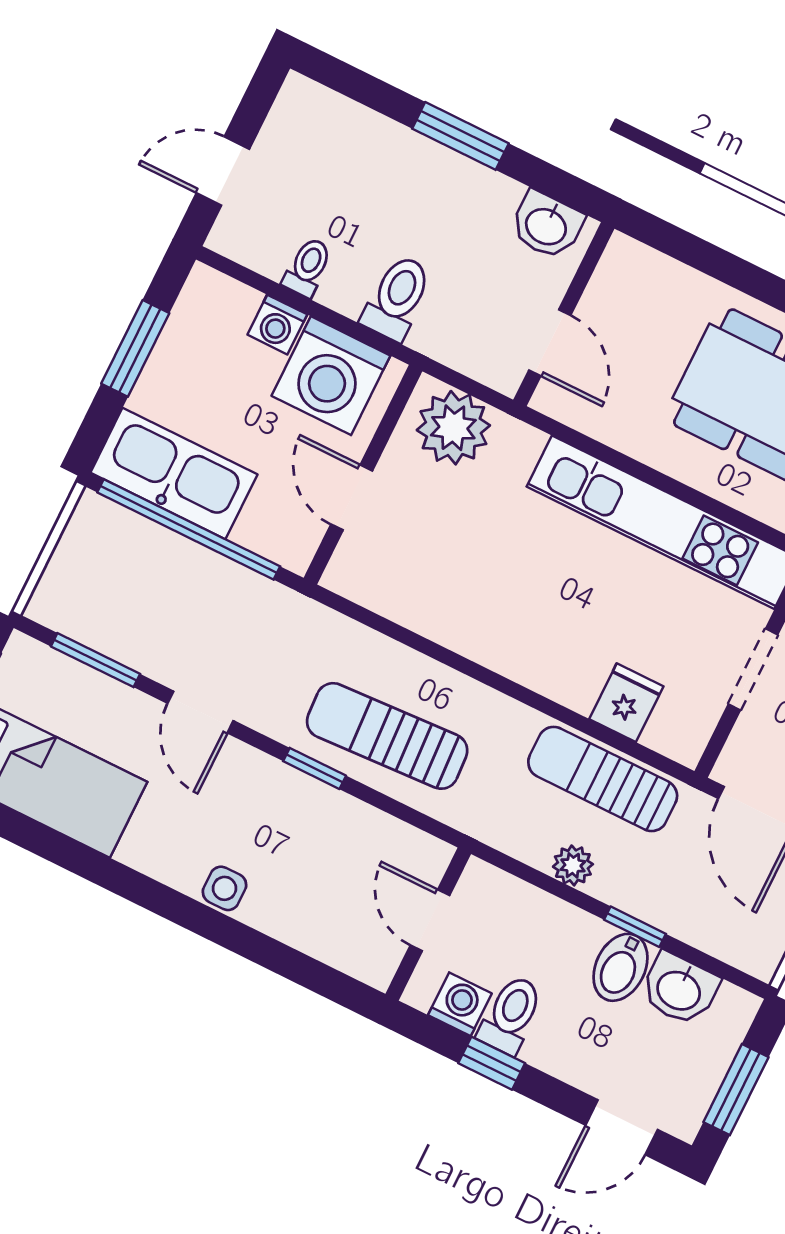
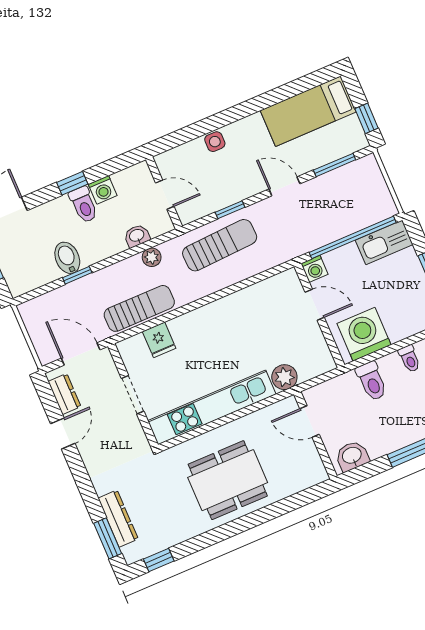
washing machine: (277, 325) -> (314, 269), moved, turned 180
plant: (453, 428) -> (284, 377), moved, width x0.73, depth x0.73
kitchen sink: (174, 473) -> (384, 242), width x0.73, depth x0.81
plant: (573, 865) -> (152, 257), moved
door: (430, 920) -> (165, 195), moved
wall: (428, 924) -> (164, 193), moved
washbasin: (679, 989) -> (137, 236), moved, width x0.72, depth x0.69

